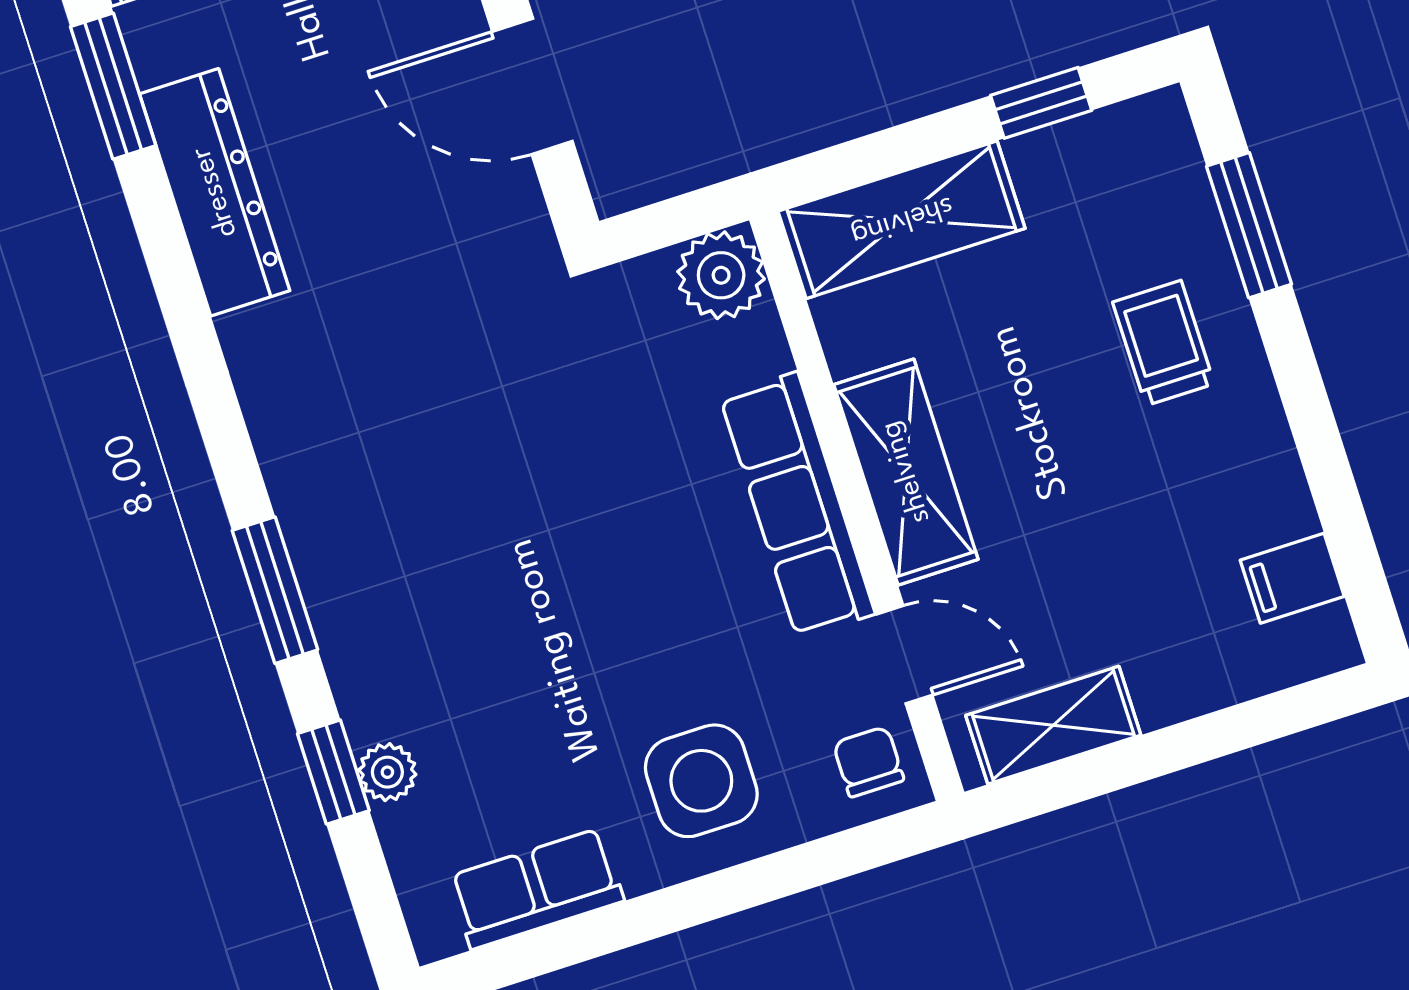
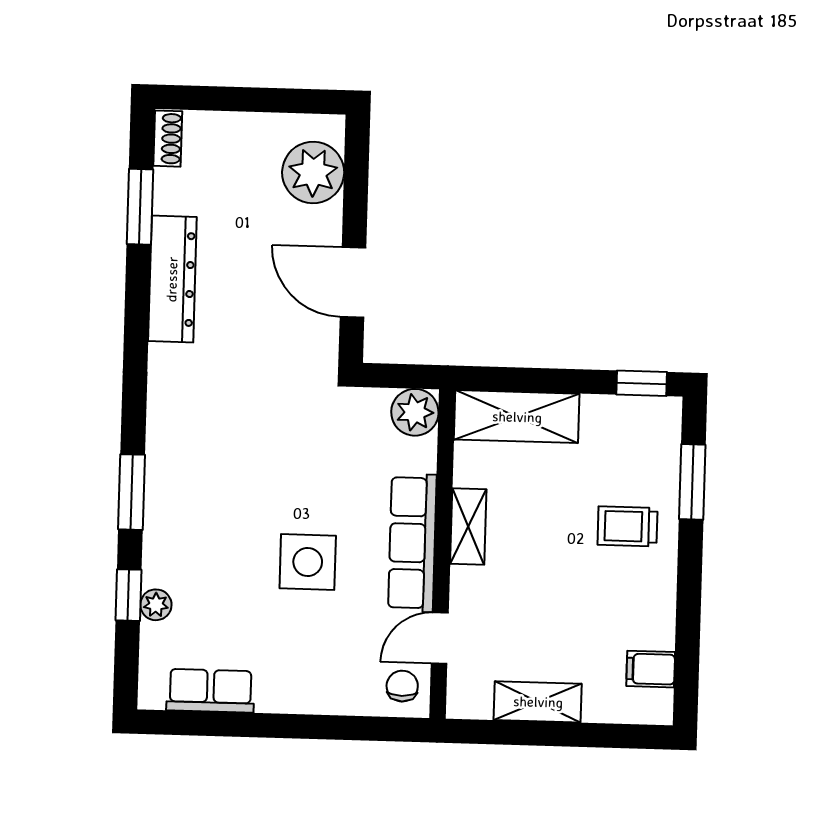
window: (1041, 103) -> (642, 383), moved
trolley: (1163, 343) -> (628, 526), turned -90
shelving: (906, 472) -> (468, 526), width x0.67, depth x0.75
door: (905, 655) -> (440, 638), swing flipped
shelving: (1053, 725) -> (538, 702), moved
side table: (701, 781) -> (308, 562), moved

